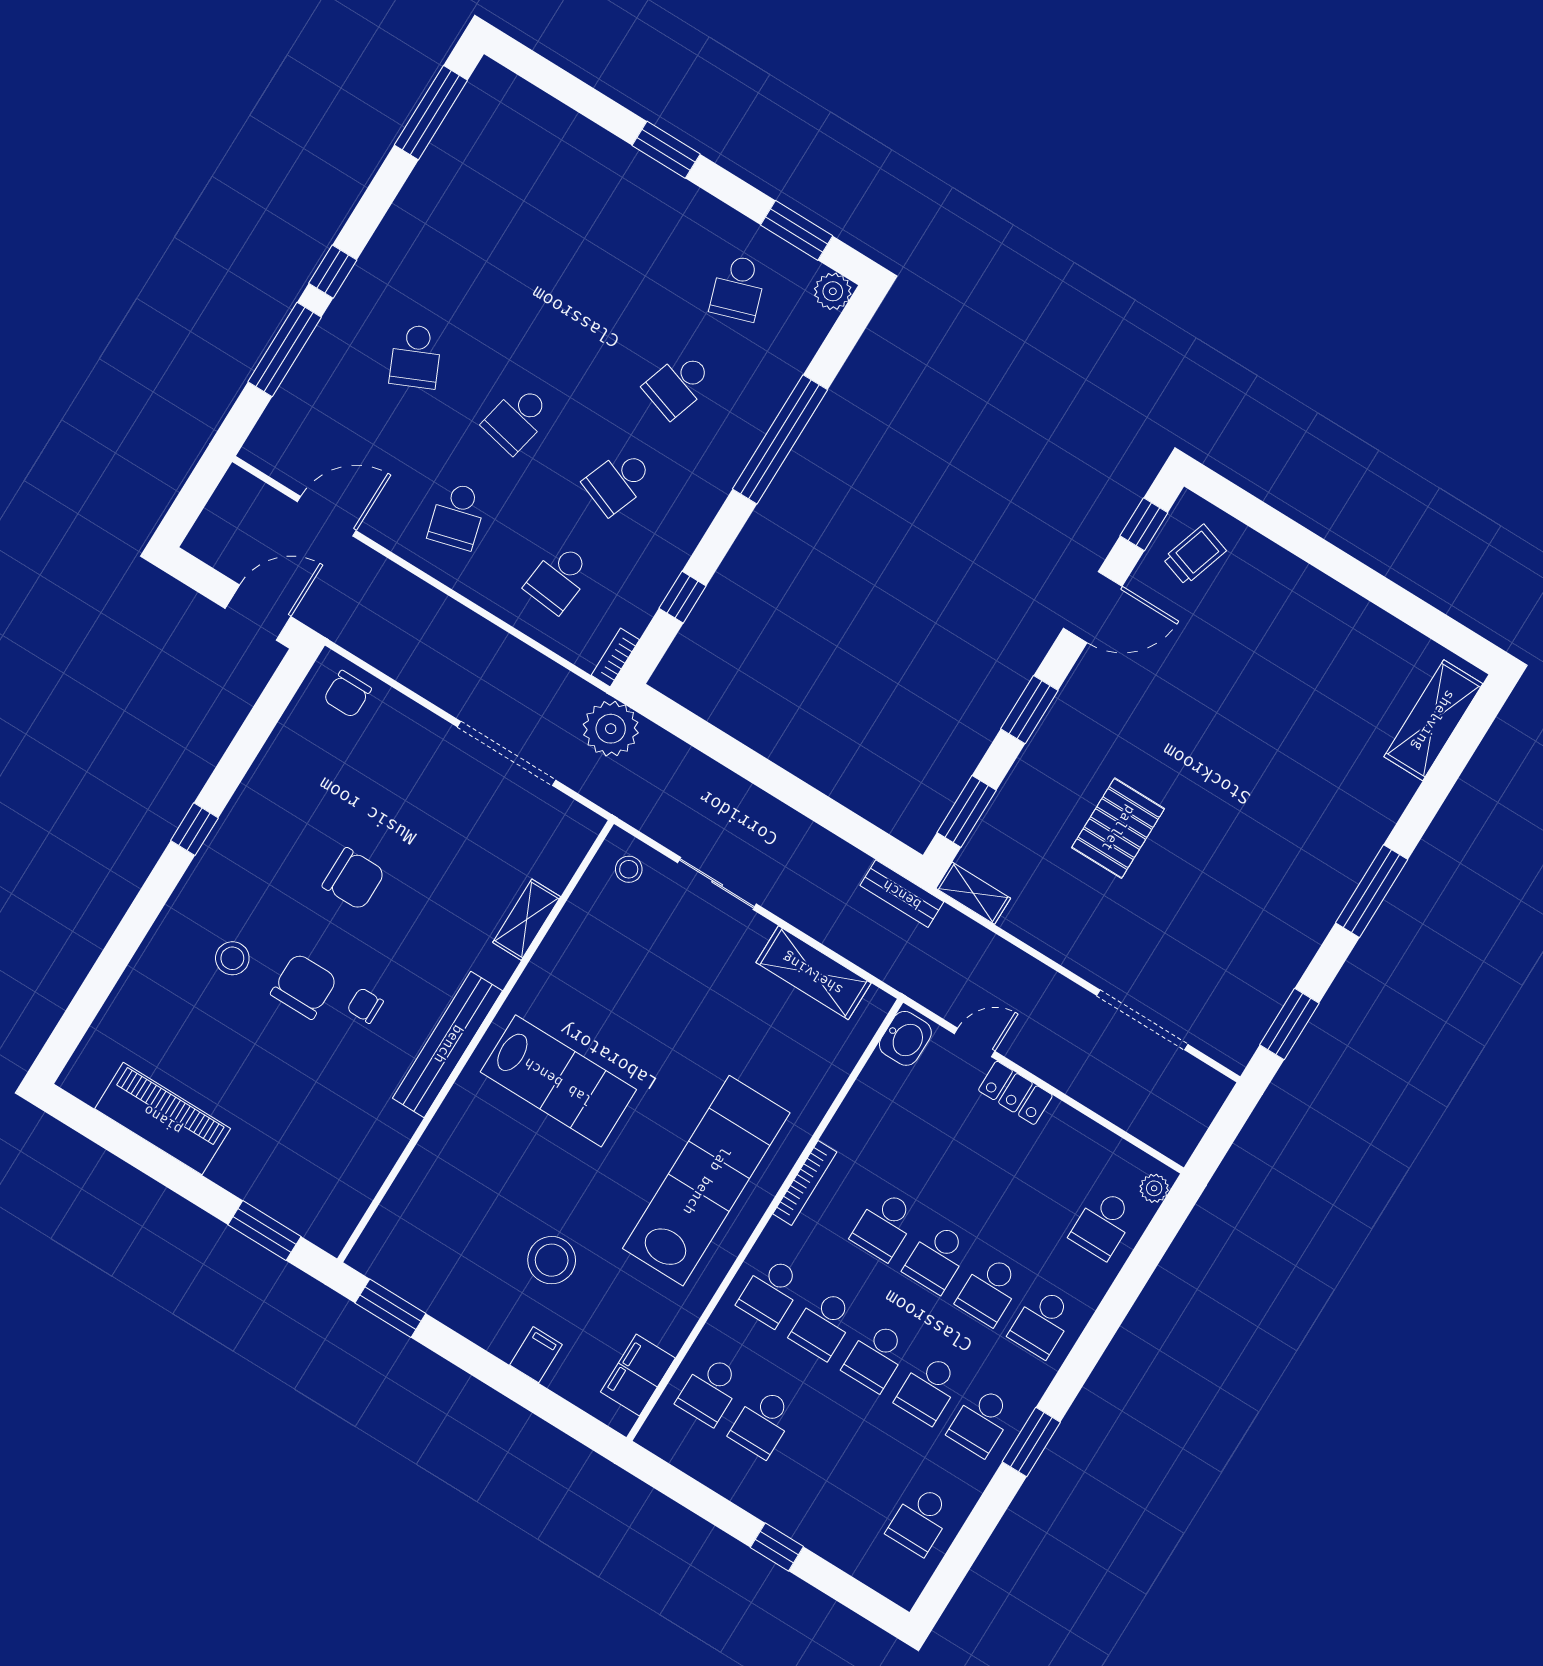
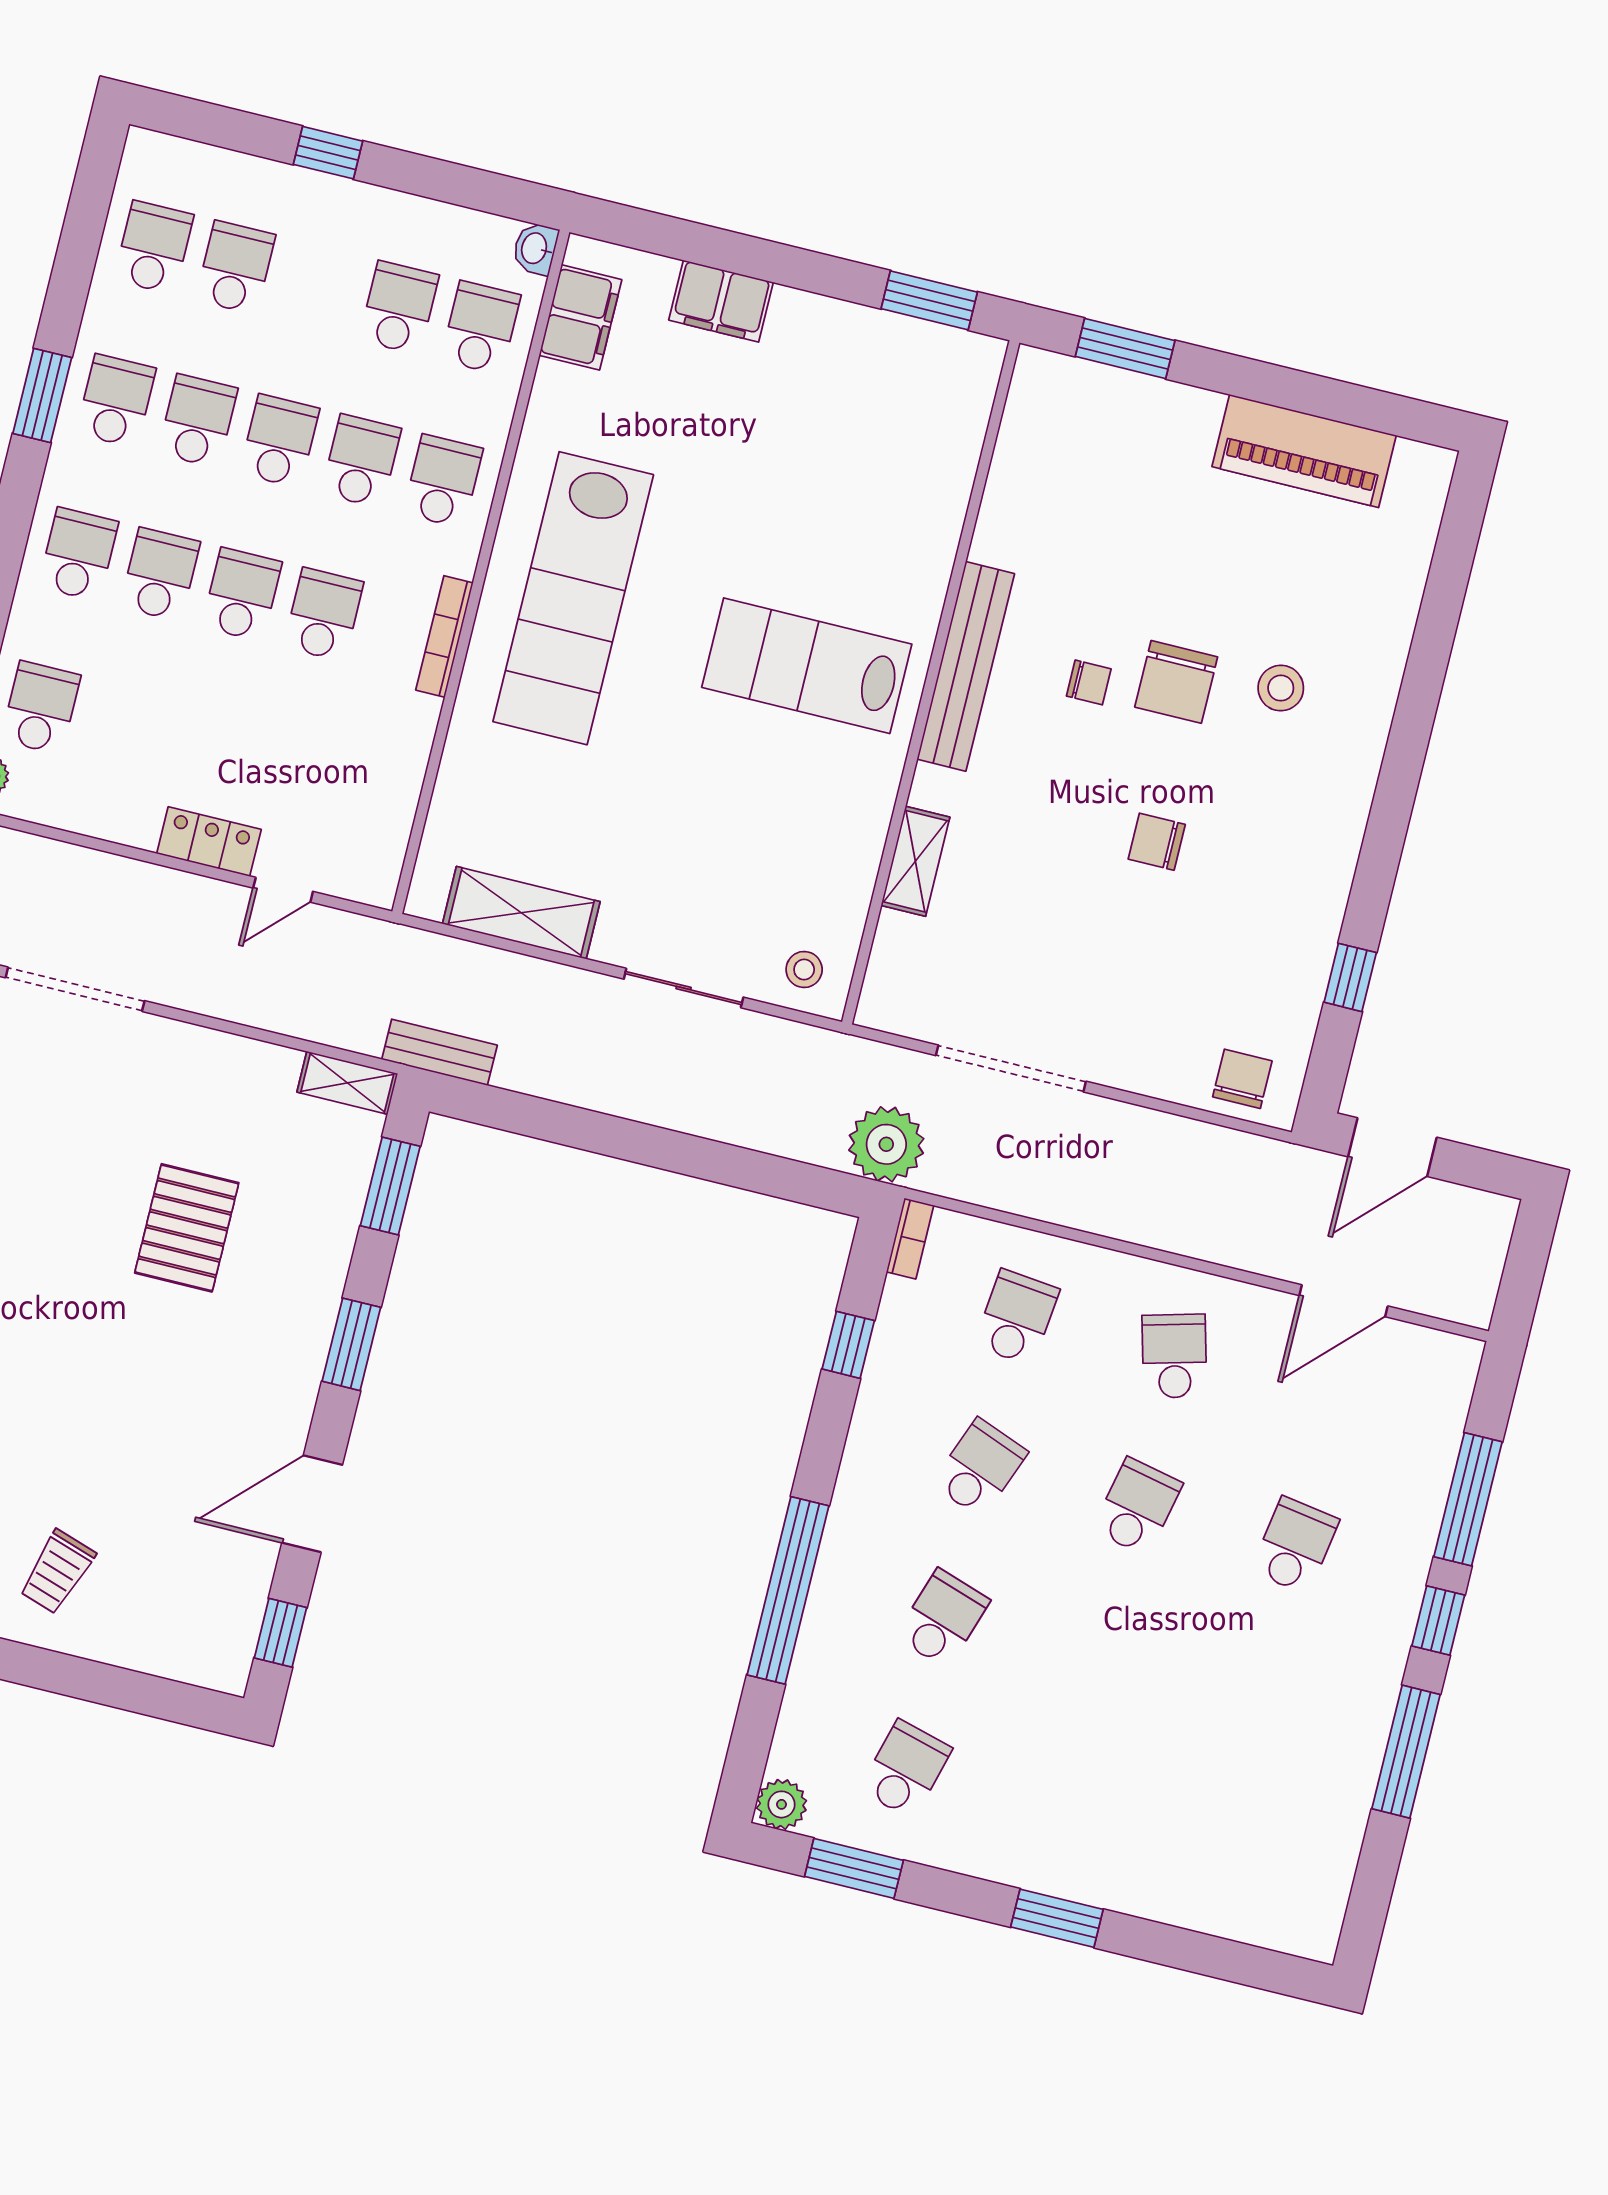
window: (431, 113) -> (1406, 1752), moved
school desk: (738, 288) -> (906, 1769), turned 33
school desk: (416, 356) -> (1295, 1545), turned 33
trolley: (1195, 555) -> (57, 1572), moved
window: (194, 829) -> (1350, 977), moved
chair: (354, 879) -> (1157, 842), width x0.73, depth x0.73
washbasin: (905, 1038) -> (535, 248), moved, width x0.72, depth x0.69
stool: (552, 1260) -> (740, 430), removed
filing cabinet: (536, 1355) -> (721, 301), width x2.00
school desk: (867, 1488) -> (235, 267), added

